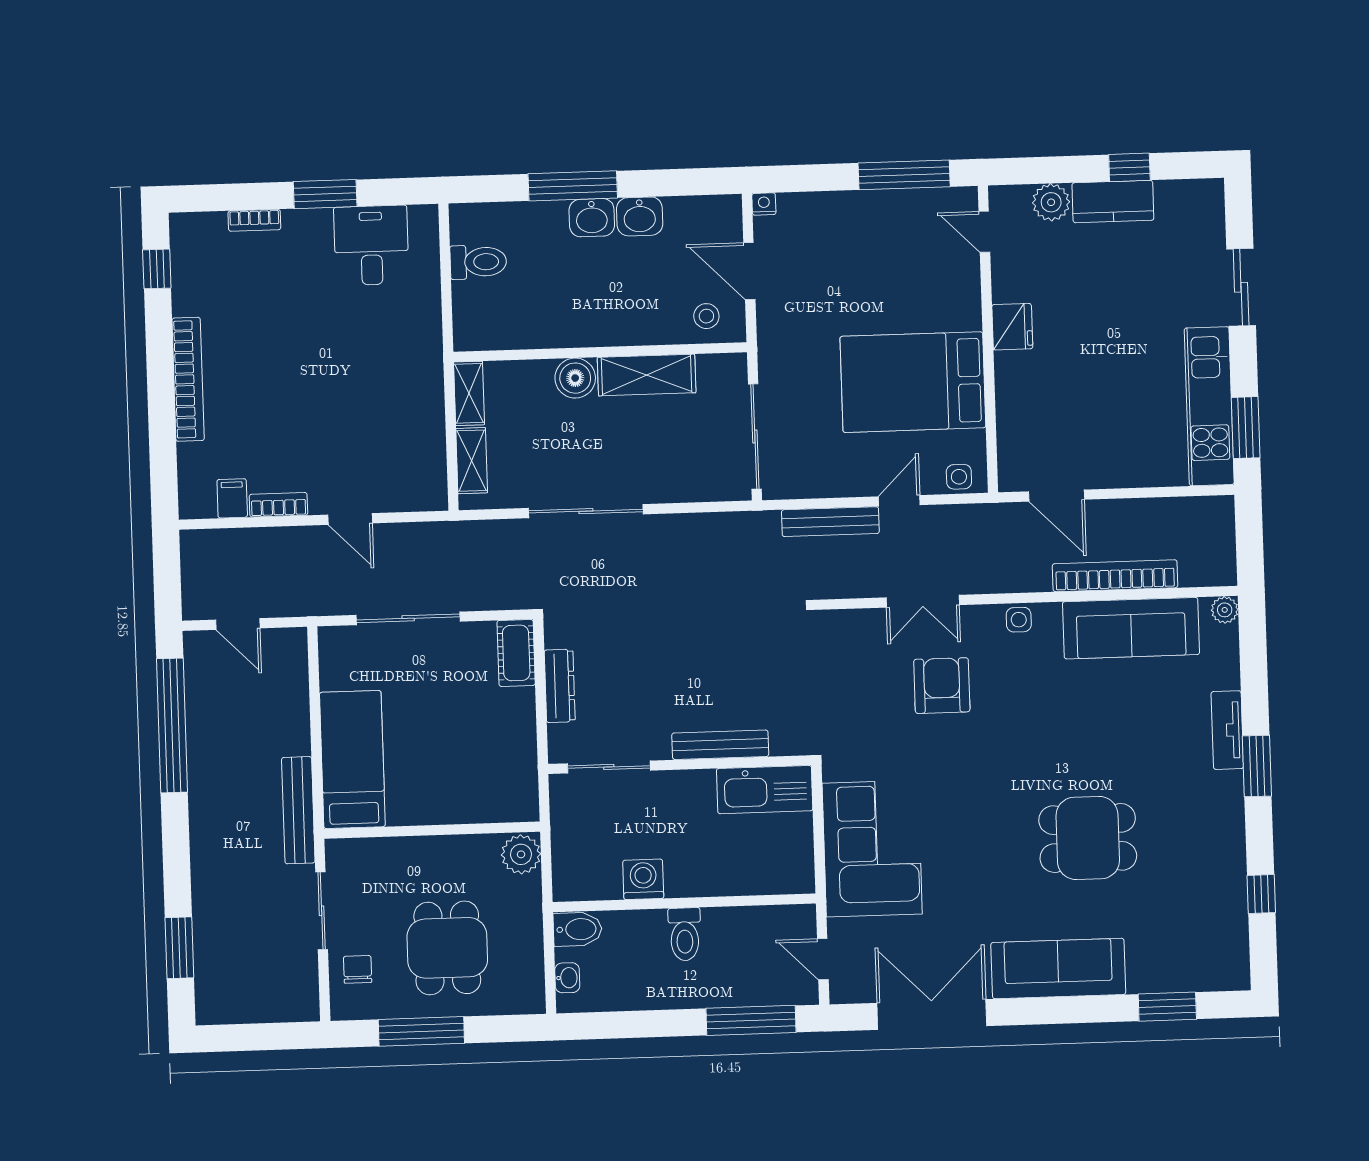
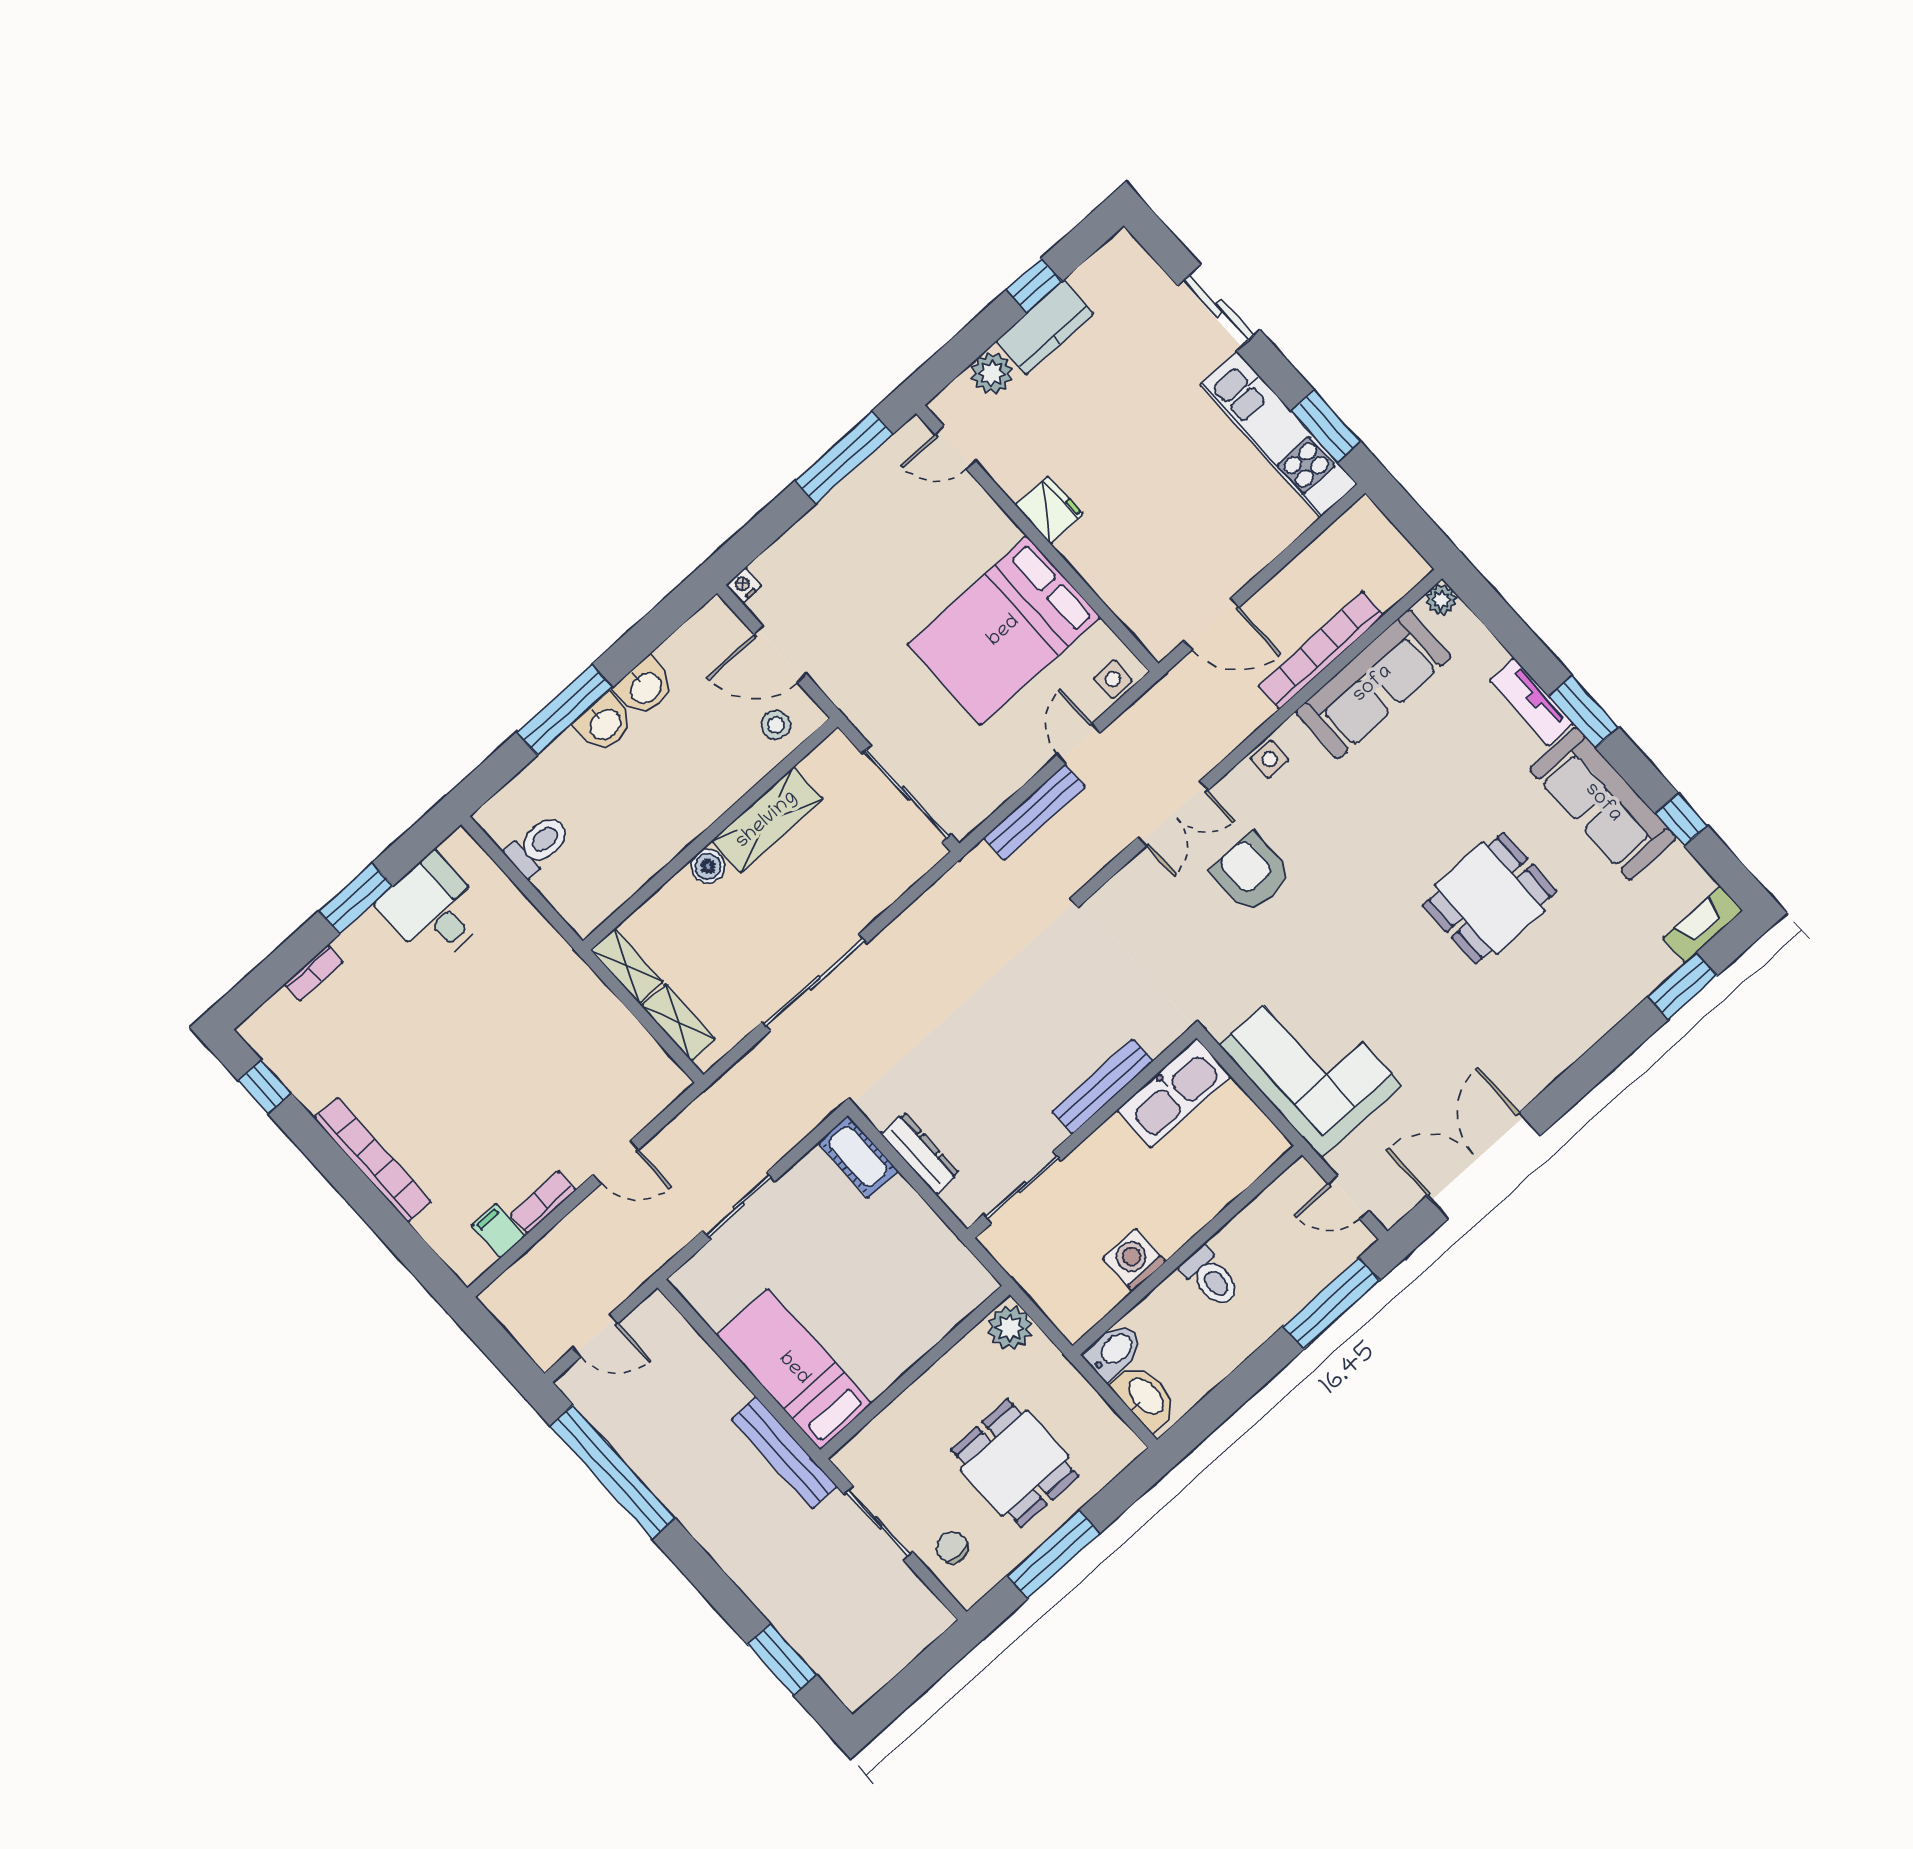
boiler: (575, 378) -> (708, 866), width x0.73, depth x0.73
sliding door: (408, 618) -> (739, 1206), width x0.73
sofa: (1058, 968) -> (1603, 803), moved, turned -90
fireplace: (1216, 977) -> (1703, 925), added
washbasin: (567, 978) -> (1145, 1397), width x1.91, depth x1.45

